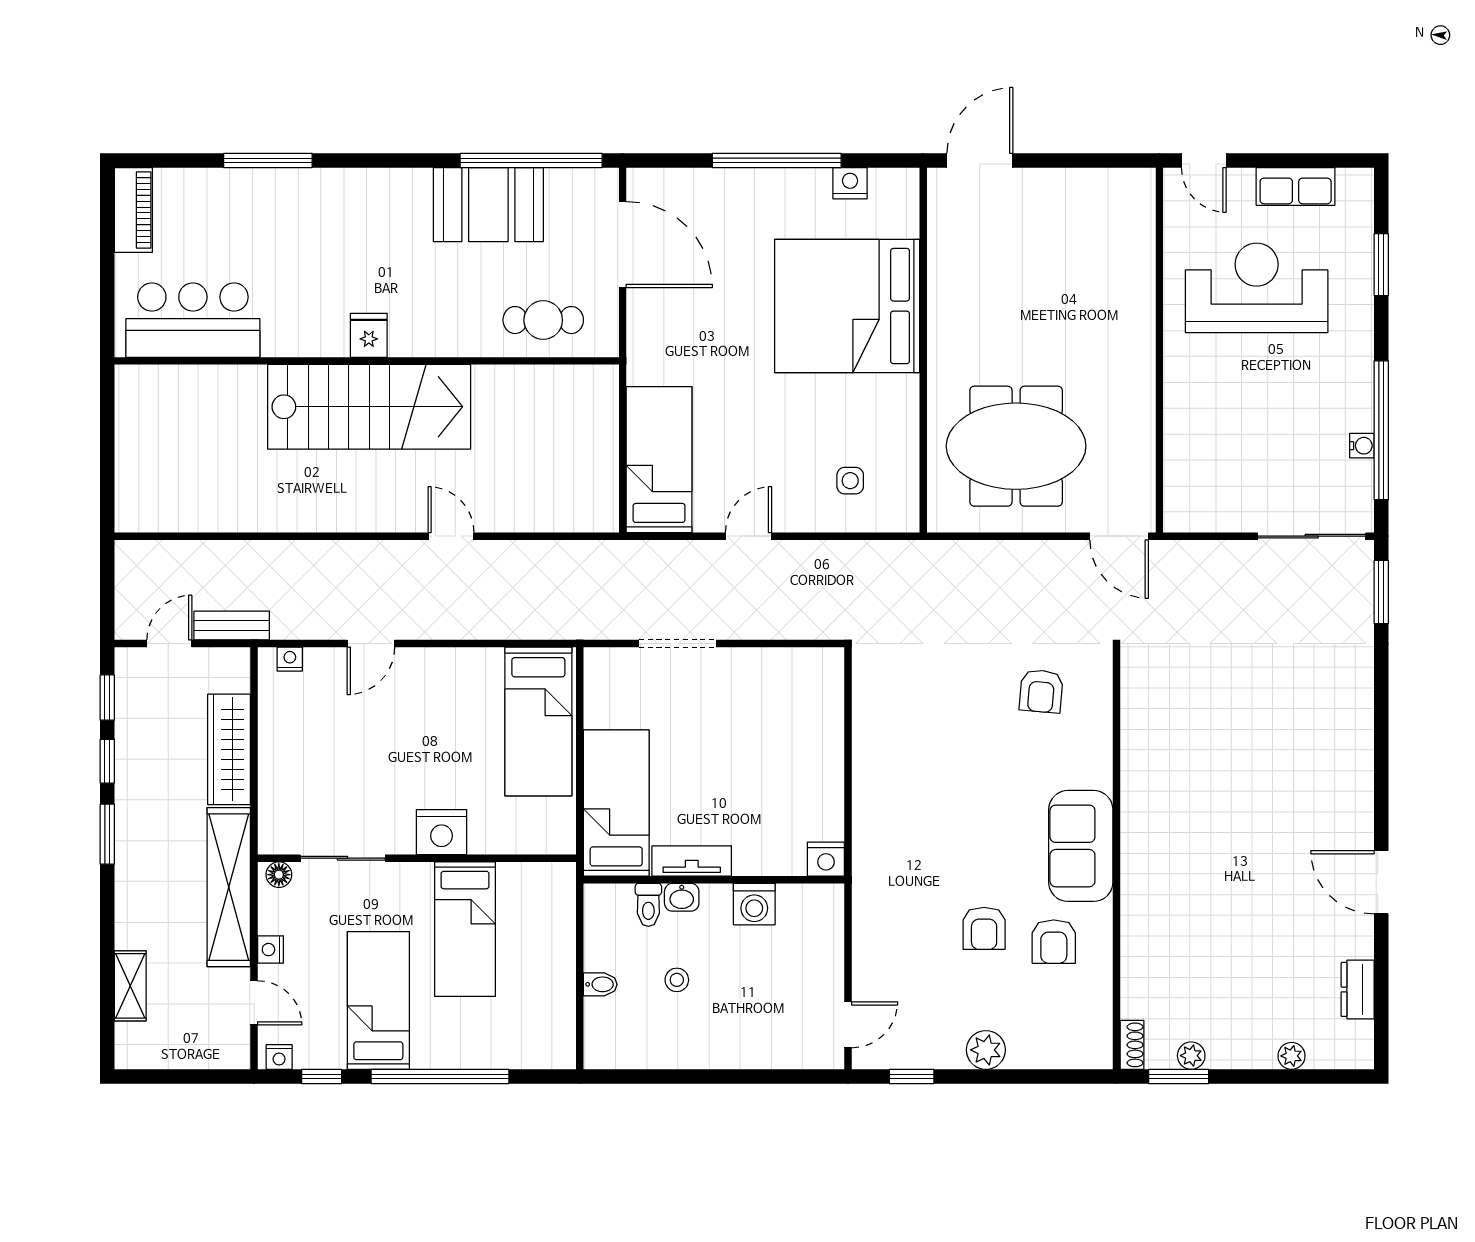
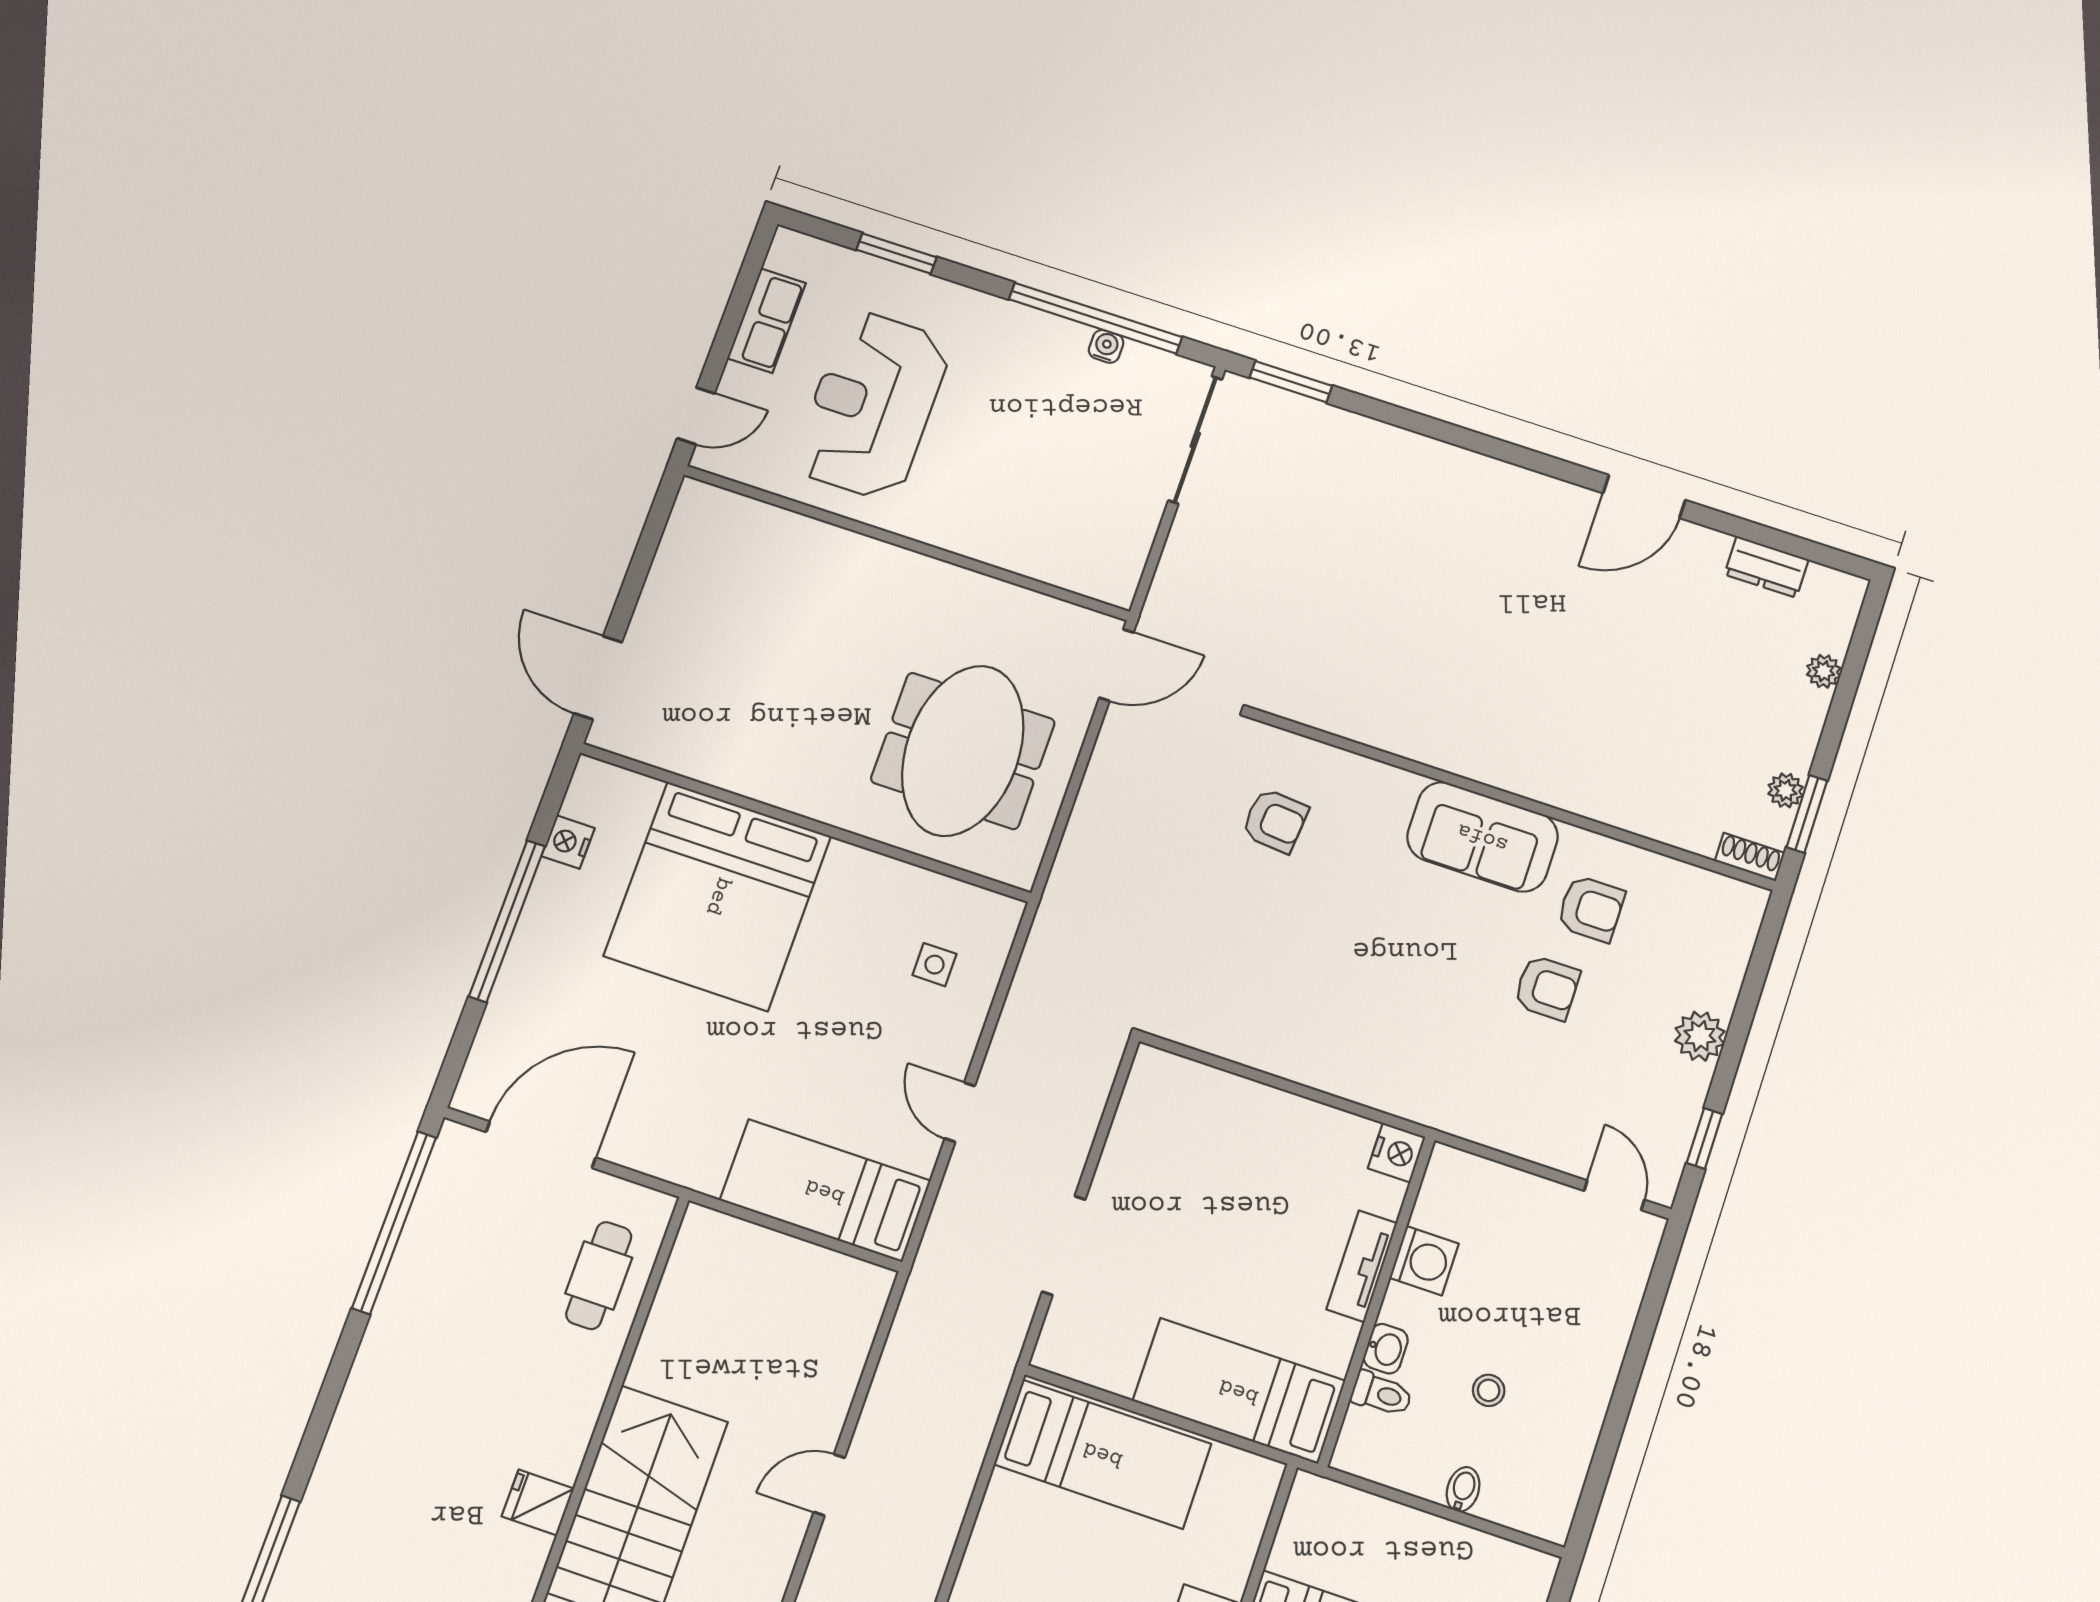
booth: (488, 205) -> (429, 1295), removed
tv unit: (692, 861) -> (1362, 1266), moved

